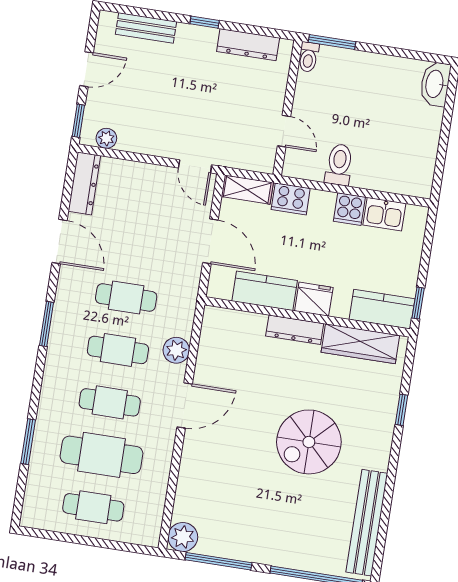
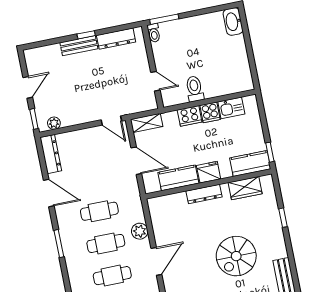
bench: (146, 28) -> (79, 46), moved
cooker: (291, 199) -> (190, 116), moved
wardrobe: (360, 344) -> (245, 188), width x0.67

